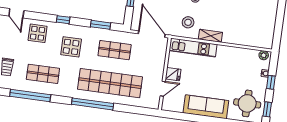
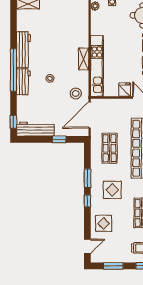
stool: (188, 22) -> (76, 93), moved
window: (100, 25) -> (87, 178), moved
kitchen unit: (193, 48) -> (97, 66), width x1.36

